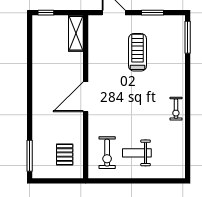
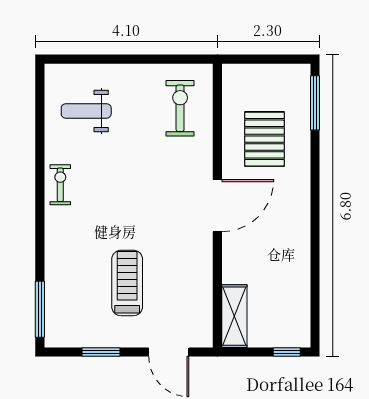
treadmill: (137, 52) -> (127, 283), turned 180
weight bench: (137, 153) -> (86, 111), moved, turned 180
pallet: (65, 155) -> (264, 139), moved, width x1.50, depth x1.42

